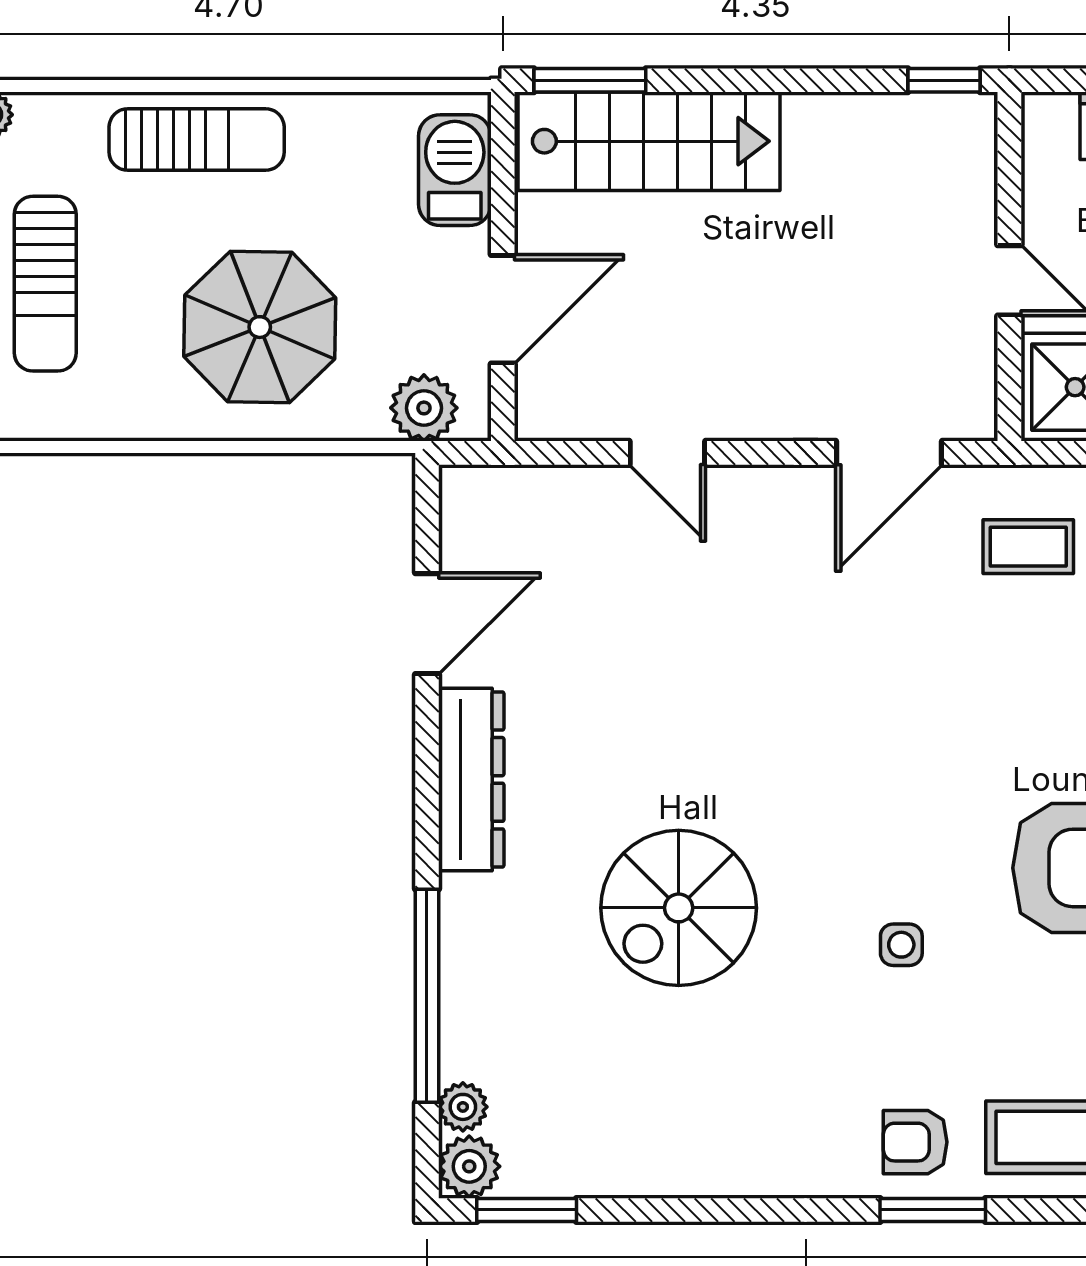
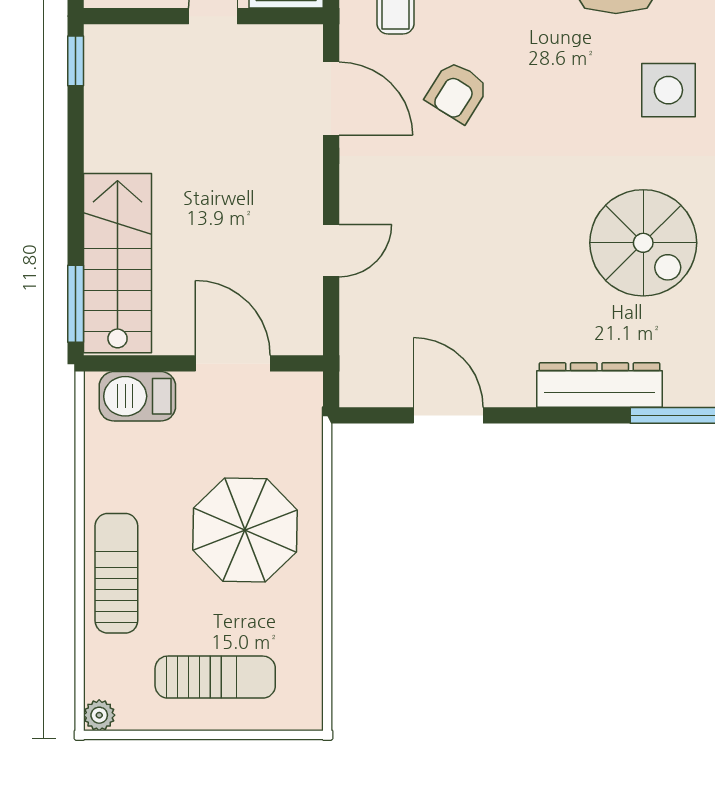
plant: (424, 408) -> (300, 417), removed
armchair: (899, 636) -> (457, 92), added
dresser: (471, 779) -> (599, 385), moved
side table: (901, 945) -> (668, 90), width x1.87, depth x1.87

